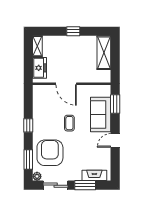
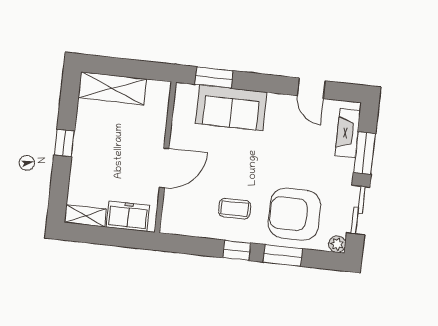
coffee table: (69, 123) -> (235, 209), moved
door: (115, 140) -> (311, 88), moved
window: (28, 160) -> (283, 255), moved

